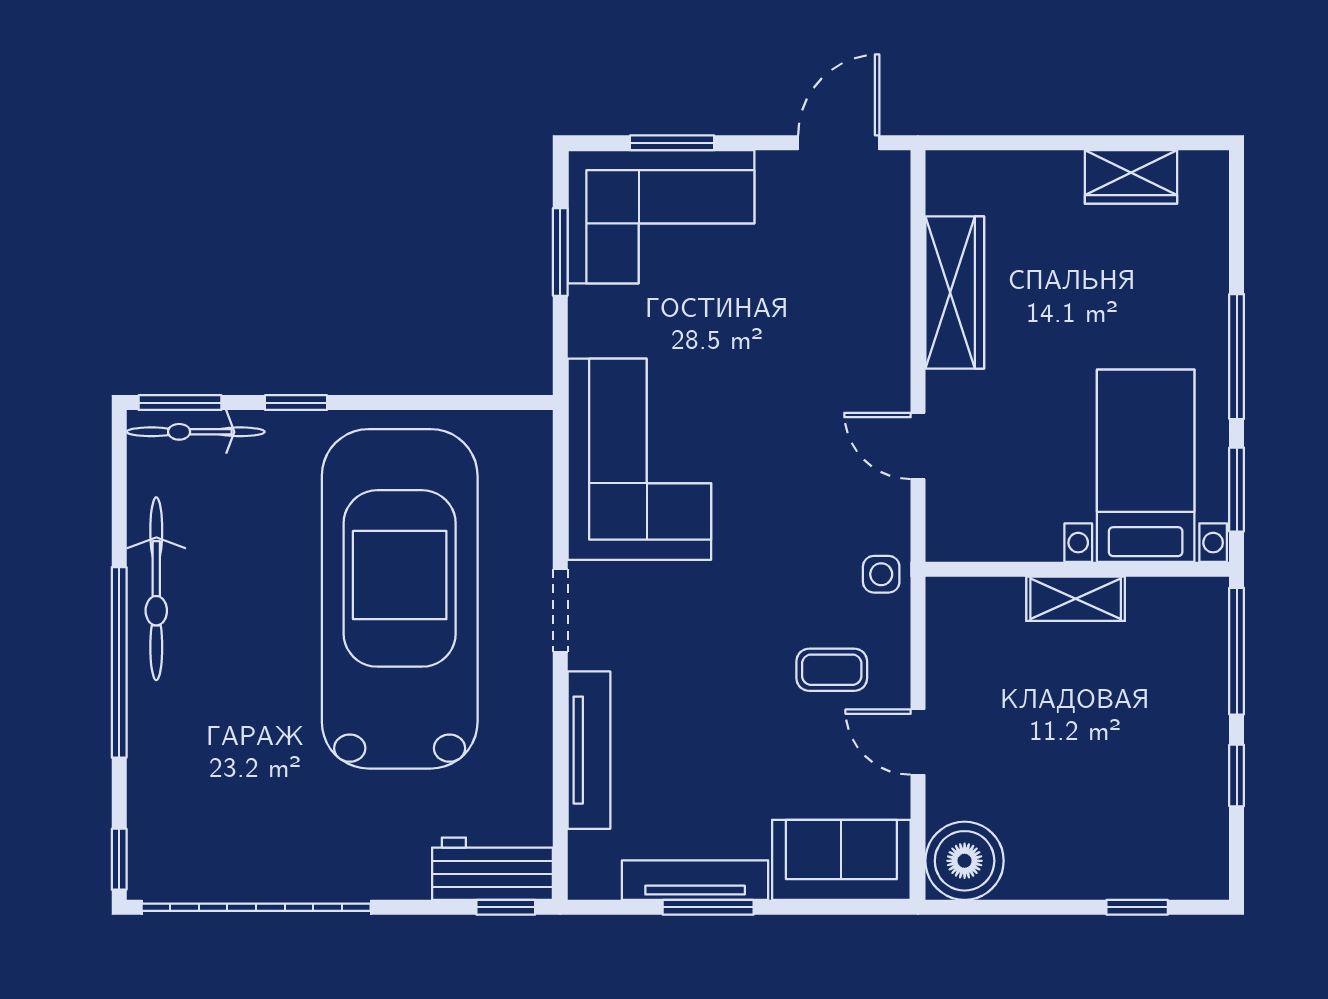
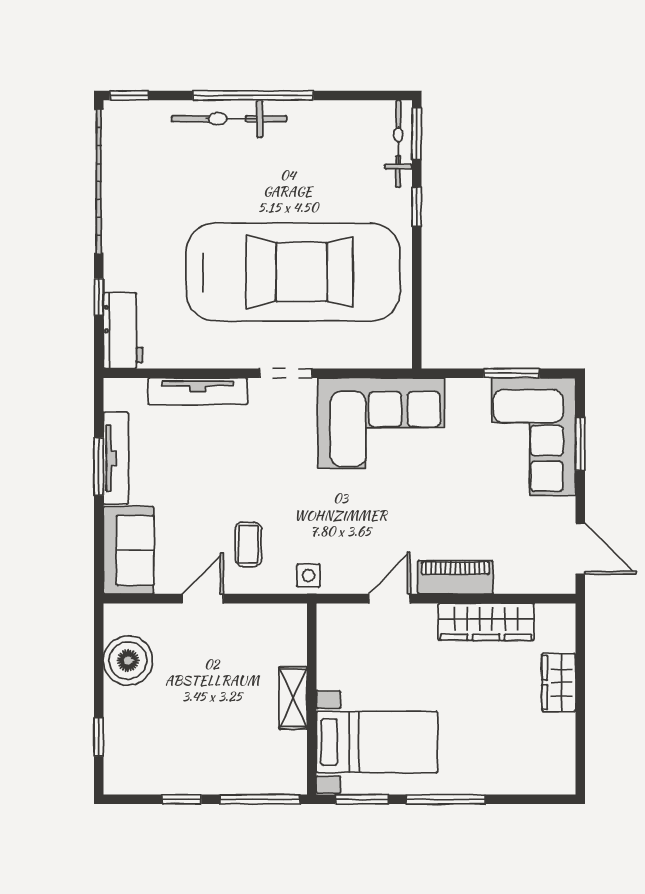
wardrobe: (1131, 177) -> (559, 682), moved
piano: (884, 341) -> (455, 577), added
bicycle: (156, 589) -> (229, 119), moved
boiler: (965, 861) -> (128, 661), moved
window: (506, 907) -> (99, 297), moved

